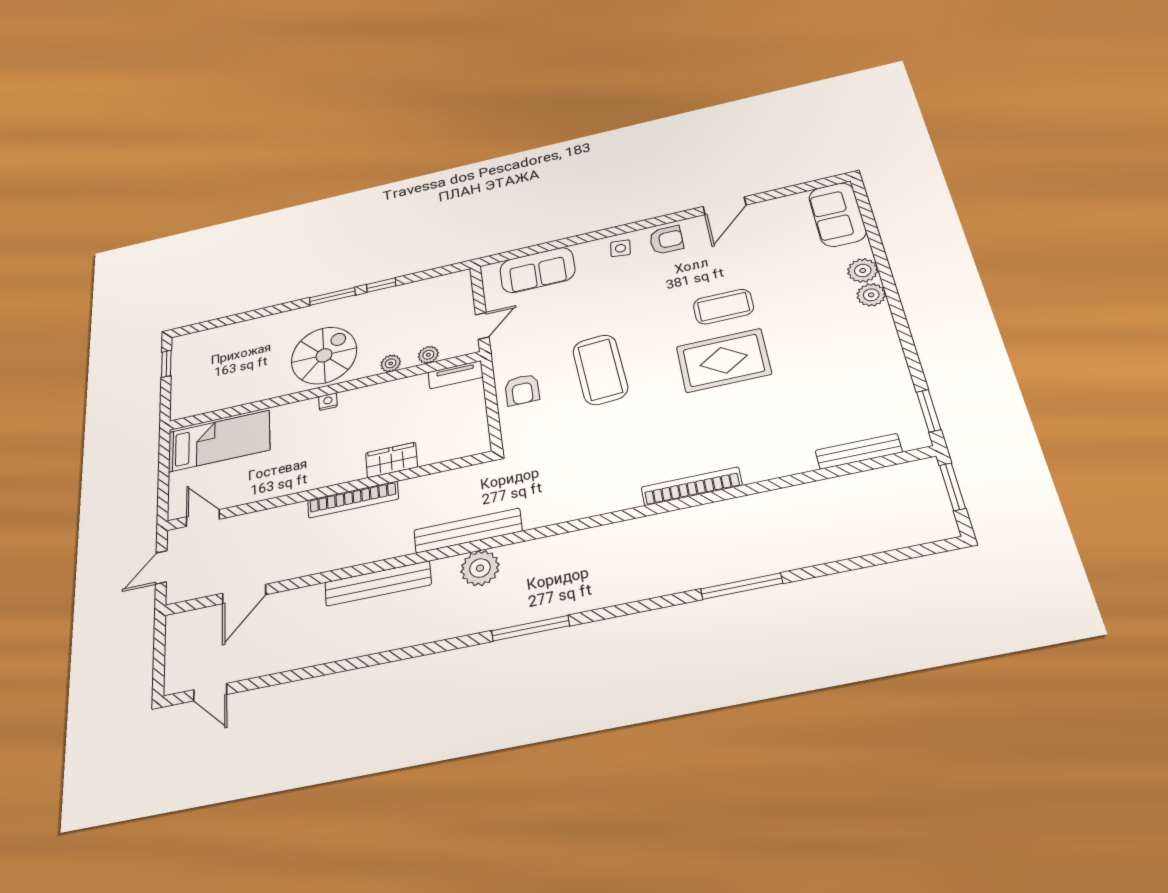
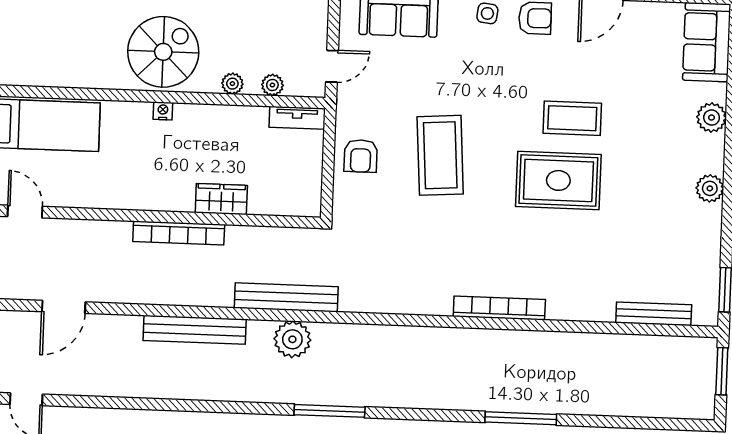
plant: (871, 295) -> (710, 188), moved

